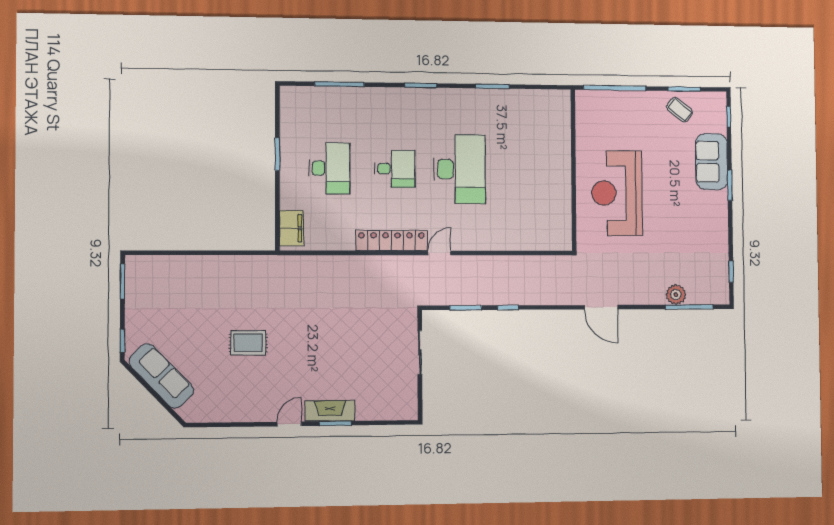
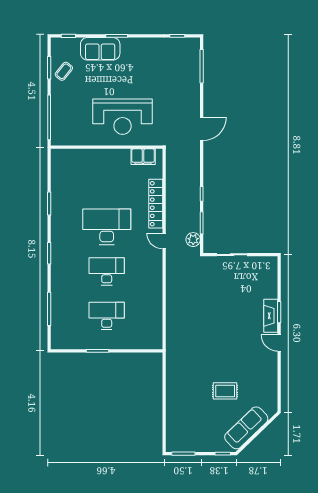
desk: (395, 169) -> (107, 271), width x1.37
filing cabinet: (292, 228) -> (143, 157), moved, turned 180
locker: (392, 240) -> (156, 204), moved
plant: (676, 295) -> (193, 240), moved
rug: (248, 343) -> (225, 391), moved, turned 90

